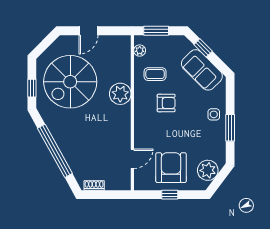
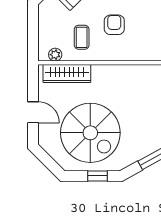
window: (156, 31) -> (33, 36), removed
wardrobe: (123, 61) -> (67, 74), added
plant: (120, 94) -> (104, 76), removed

